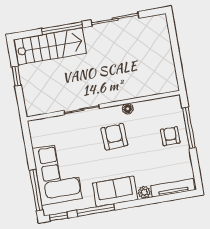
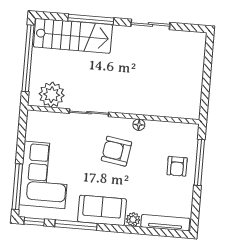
sliding door: (115, 19) -> (150, 24), width x0.73
window: (16, 76) -> (28, 58), width x3.17
plant: (45, 102) -> (52, 95), added
armchair: (170, 136) -> (177, 166), turned 180
armchair: (114, 137) -> (116, 151), turned -78

